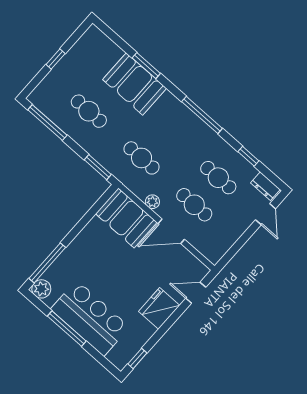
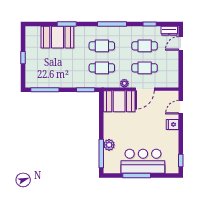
booth: (135, 84) -> (57, 37), moved
cafe table: (89, 111) -> (102, 46), moved
door: (266, 214) -> (181, 43), swing flipped
plant: (41, 289) -> (109, 145), moved
fridge: (159, 308) -> (172, 124), width x0.53, depth x0.75

